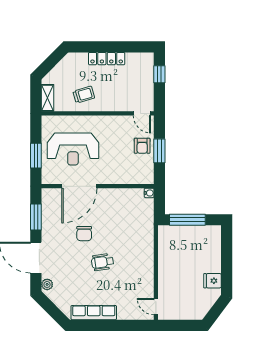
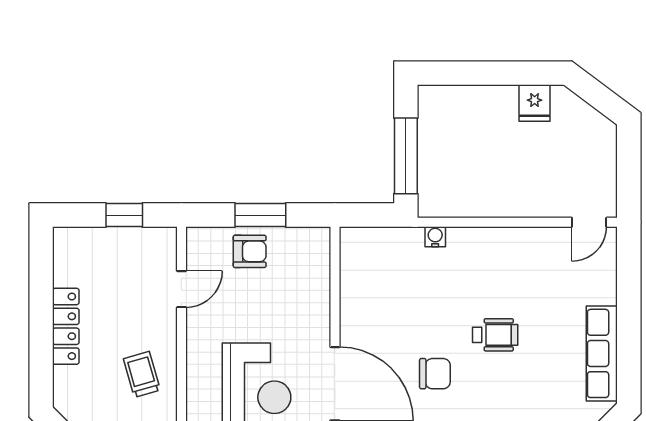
window: (159, 74) -> (124, 215), moved
door: (142, 113) -> (181, 289), moved
water cooler: (149, 193) -> (435, 237), moved
wheelchair: (103, 262) -> (495, 335), turned -82

